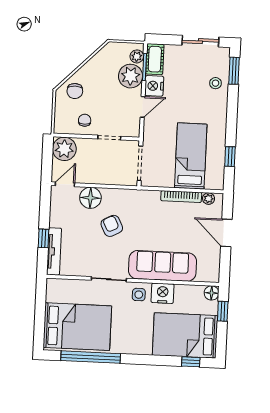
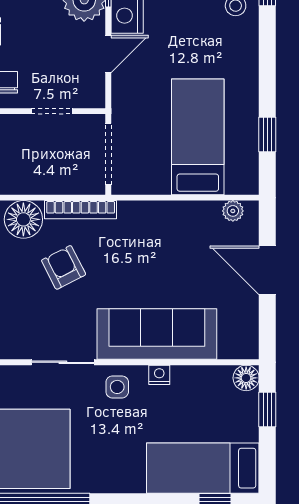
bookcase: (181, 197) -> (81, 210), moved
nightstand: (163, 293) -> (159, 375), width x0.53, depth x0.56
bed: (185, 335) -> (203, 468), width x0.67

